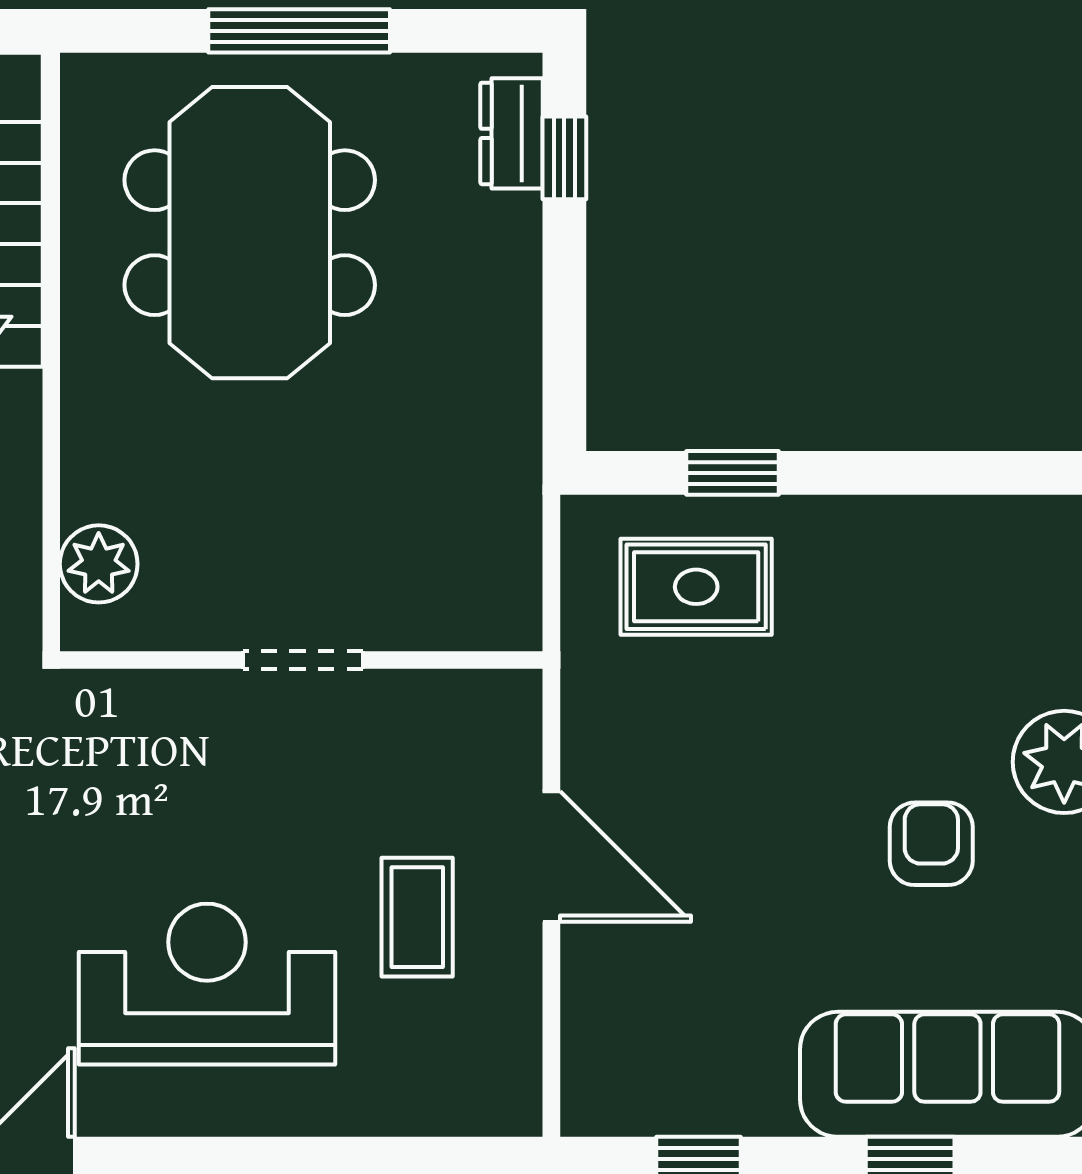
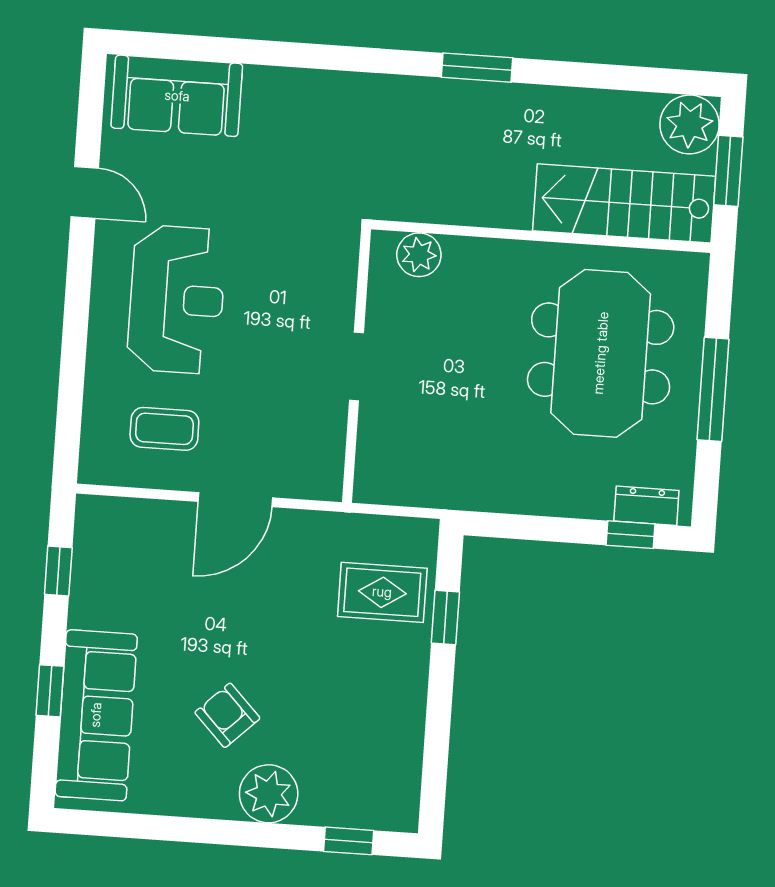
meeting table: (250, 233) -> (601, 353), turned 90
rug: (696, 587) -> (382, 592), turned 90
armchair: (931, 844) -> (227, 715), turned -134
coffee table: (417, 917) -> (164, 429), moved

